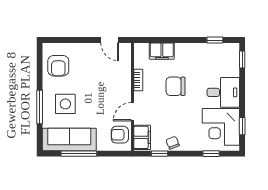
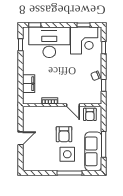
door: (110, 40) -> (21, 138), moved
armchair: (58, 66) -> (64, 134), moved, turned 90
chair: (175, 86) -> (54, 74), removed
desk: (223, 92) -> (49, 42), width x1.87, depth x1.30
filing cabinet: (142, 137) -> (92, 98), removed

